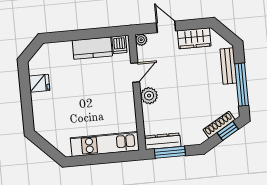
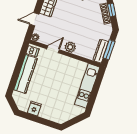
kitchen counter: (92, 48) -> (26, 74), width x1.50
door: (135, 73) -> (53, 49), hinge flipped

